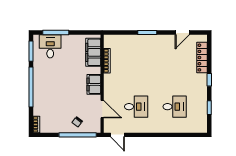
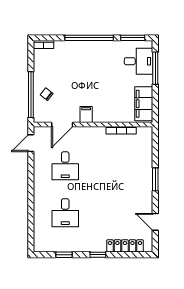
filing cabinet: (93, 52) -> (144, 104), moved, turned -90
filing cabinet: (94, 84) -> (86, 114), width x0.50

